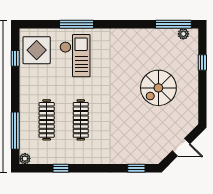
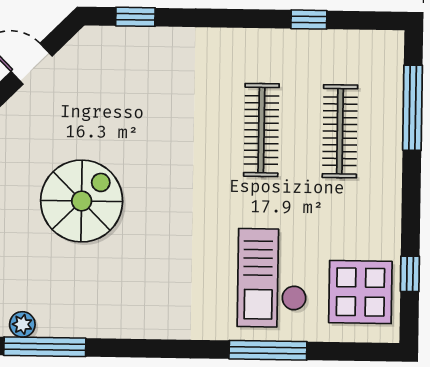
plant: (25, 159) -> (391, 43), removed

